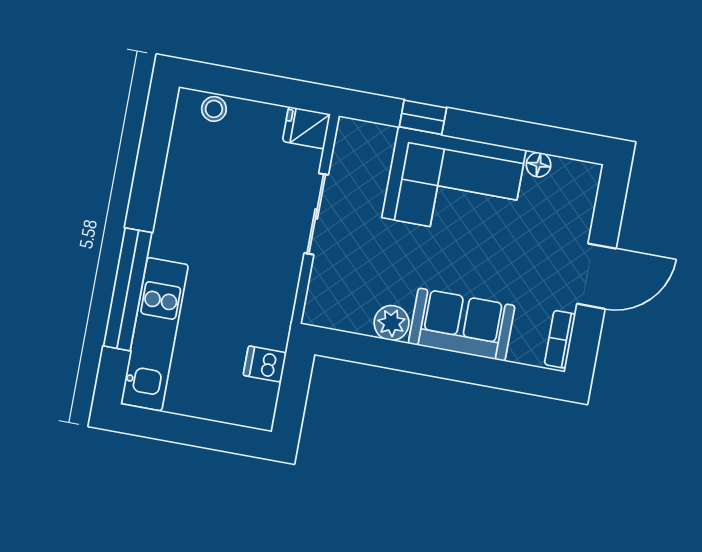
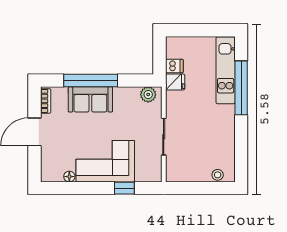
fridge: (306, 128) -> (175, 82), moved
plant: (392, 323) -> (148, 94), moved
window: (454, 366) -> (91, 81), added

